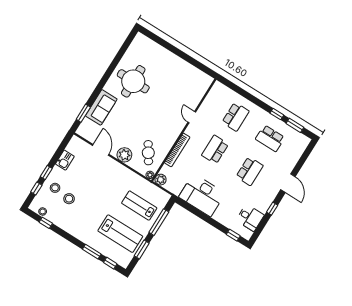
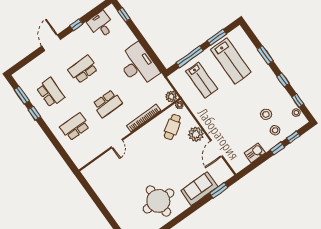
lab bench: (120, 234) -> (231, 61), turned 180
window: (110, 263) -> (283, 80), moved

